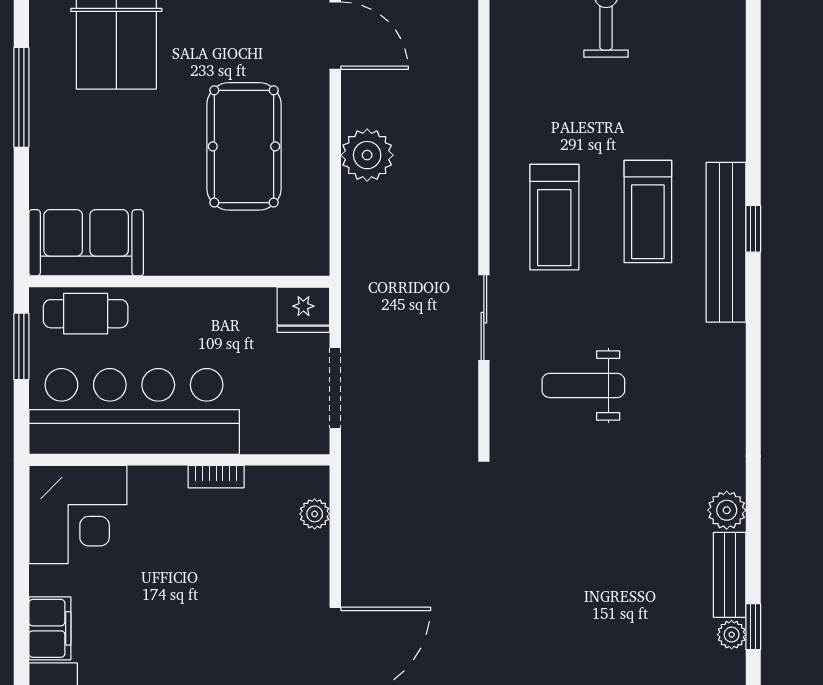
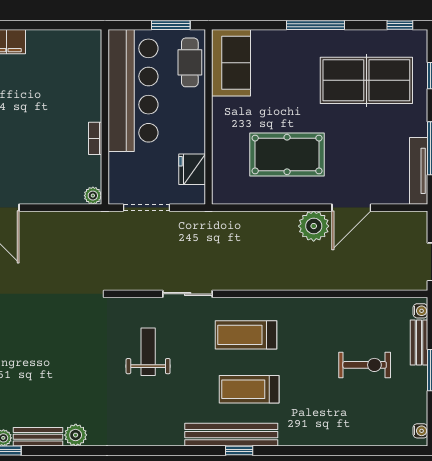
plant: (367, 155) -> (314, 226), moved
fridge: (303, 310) -> (192, 169), moved
plant: (315, 514) -> (93, 196), moved
corner desk: (78, 515) -> (73, 58), removed

